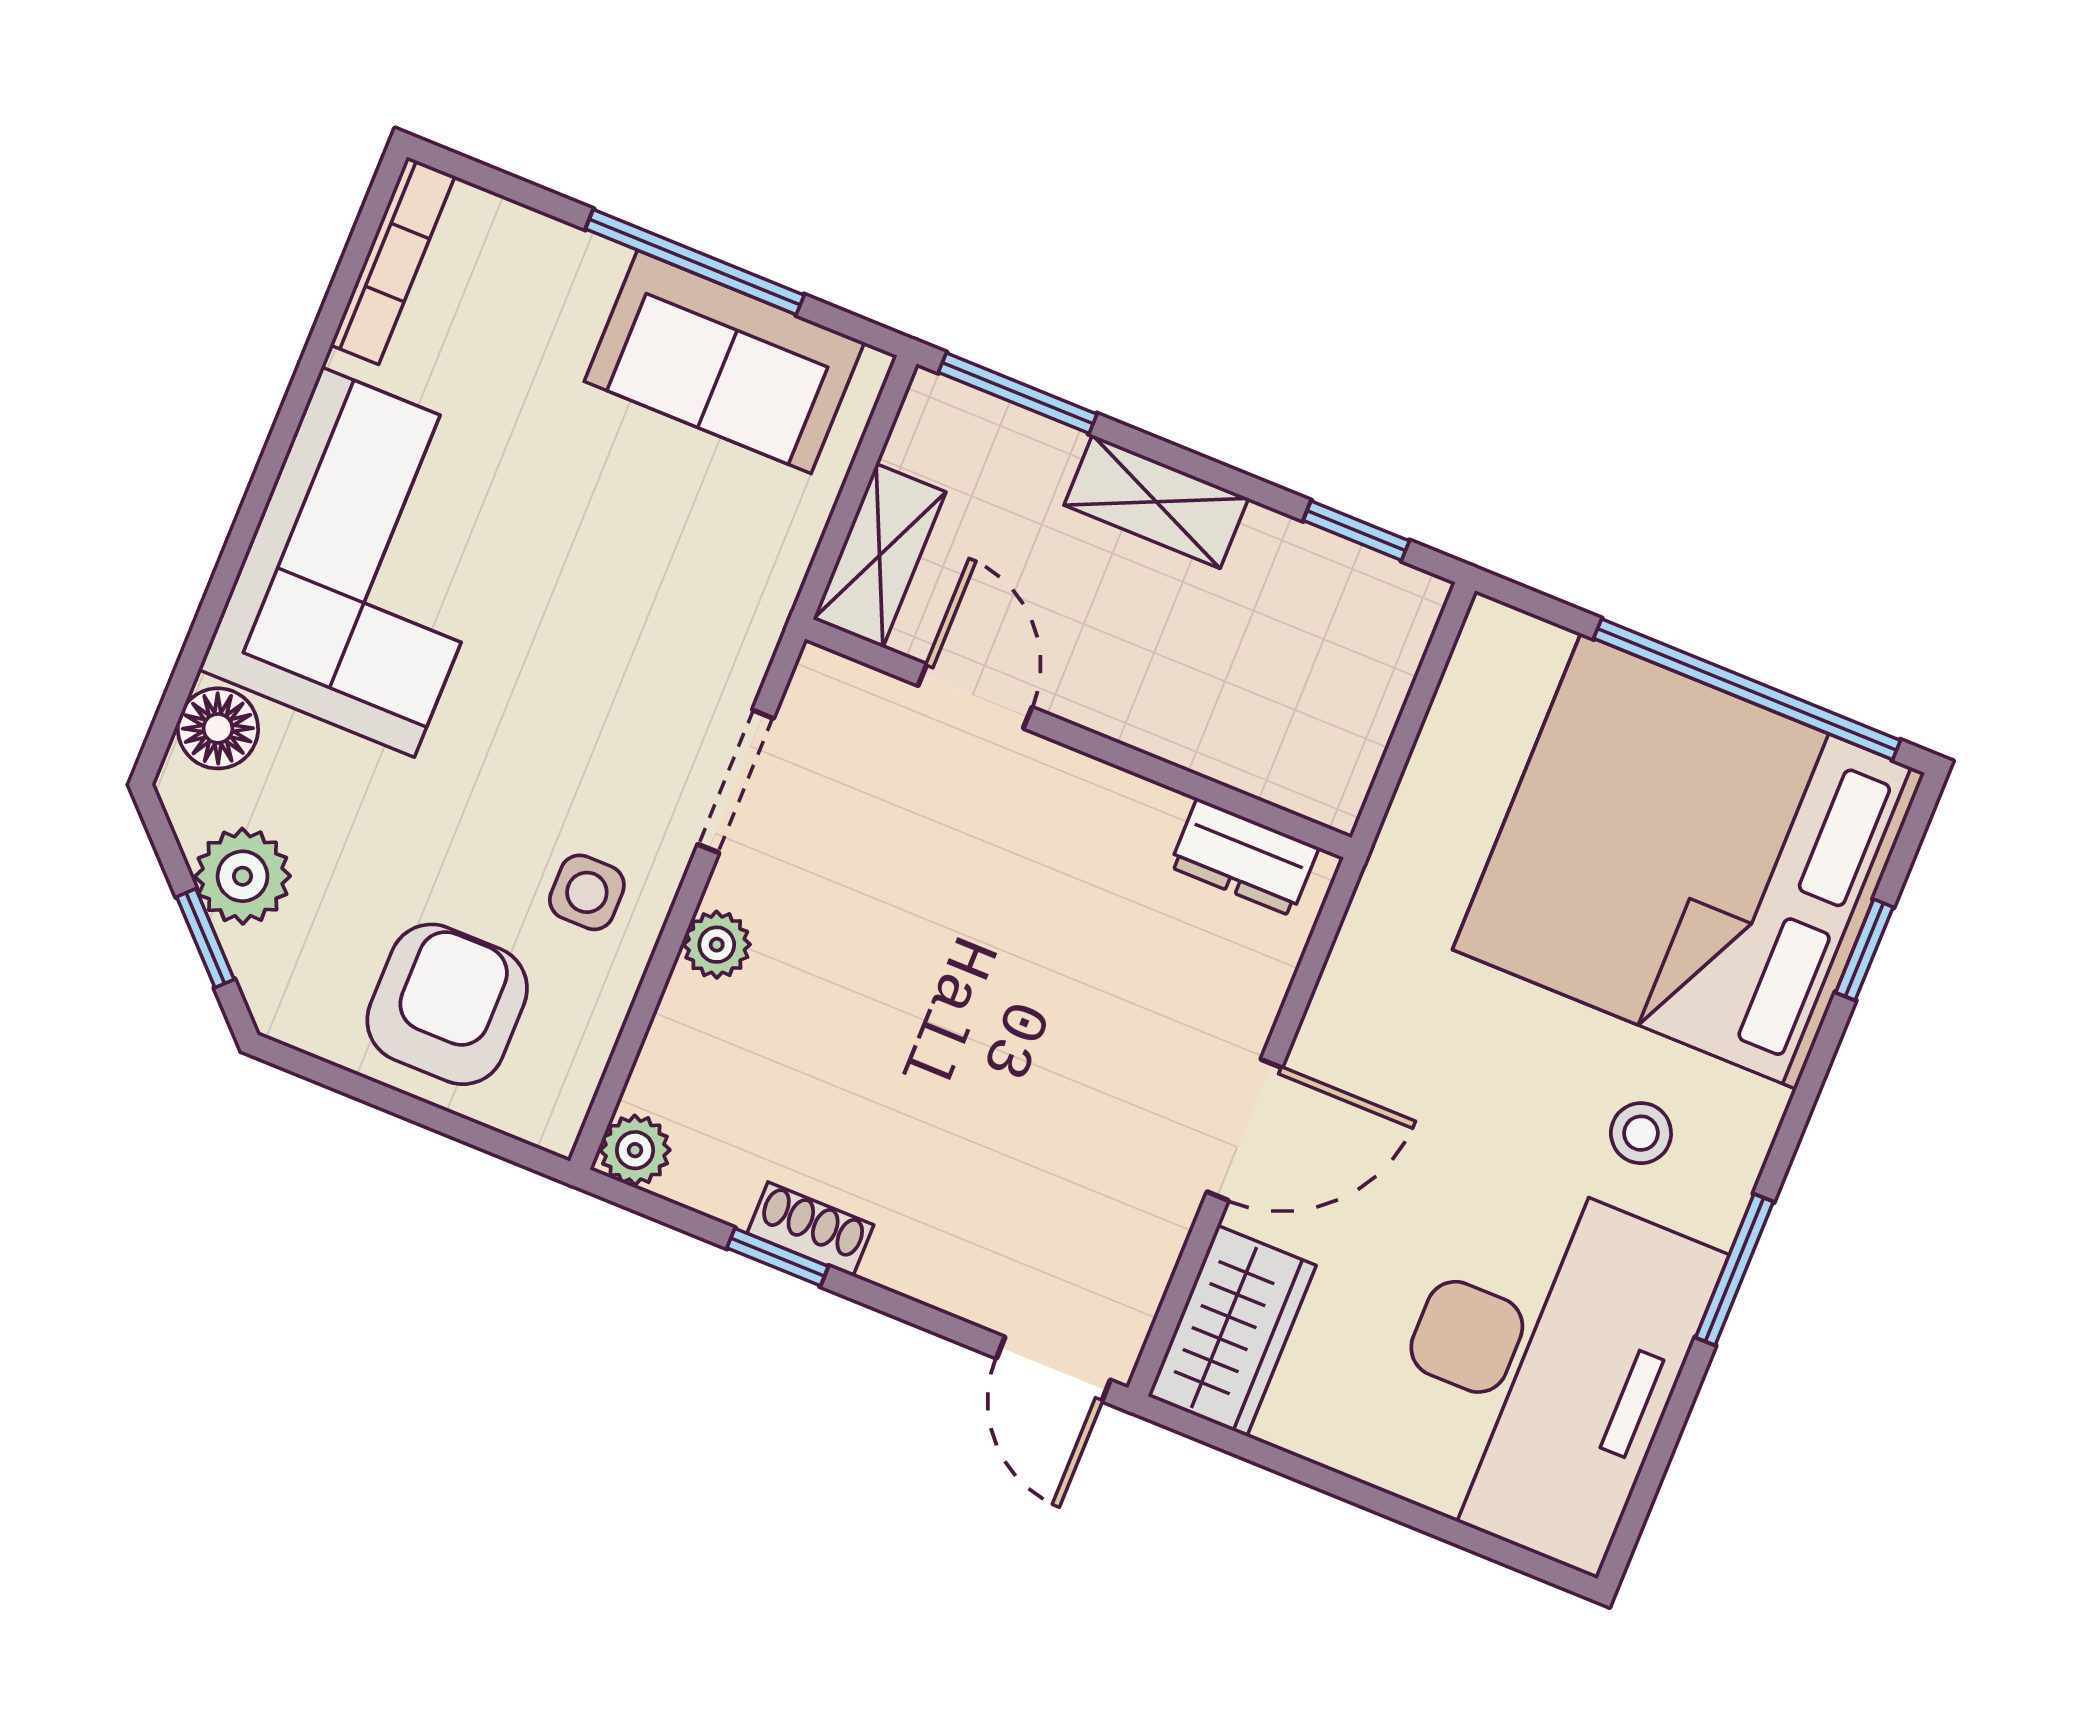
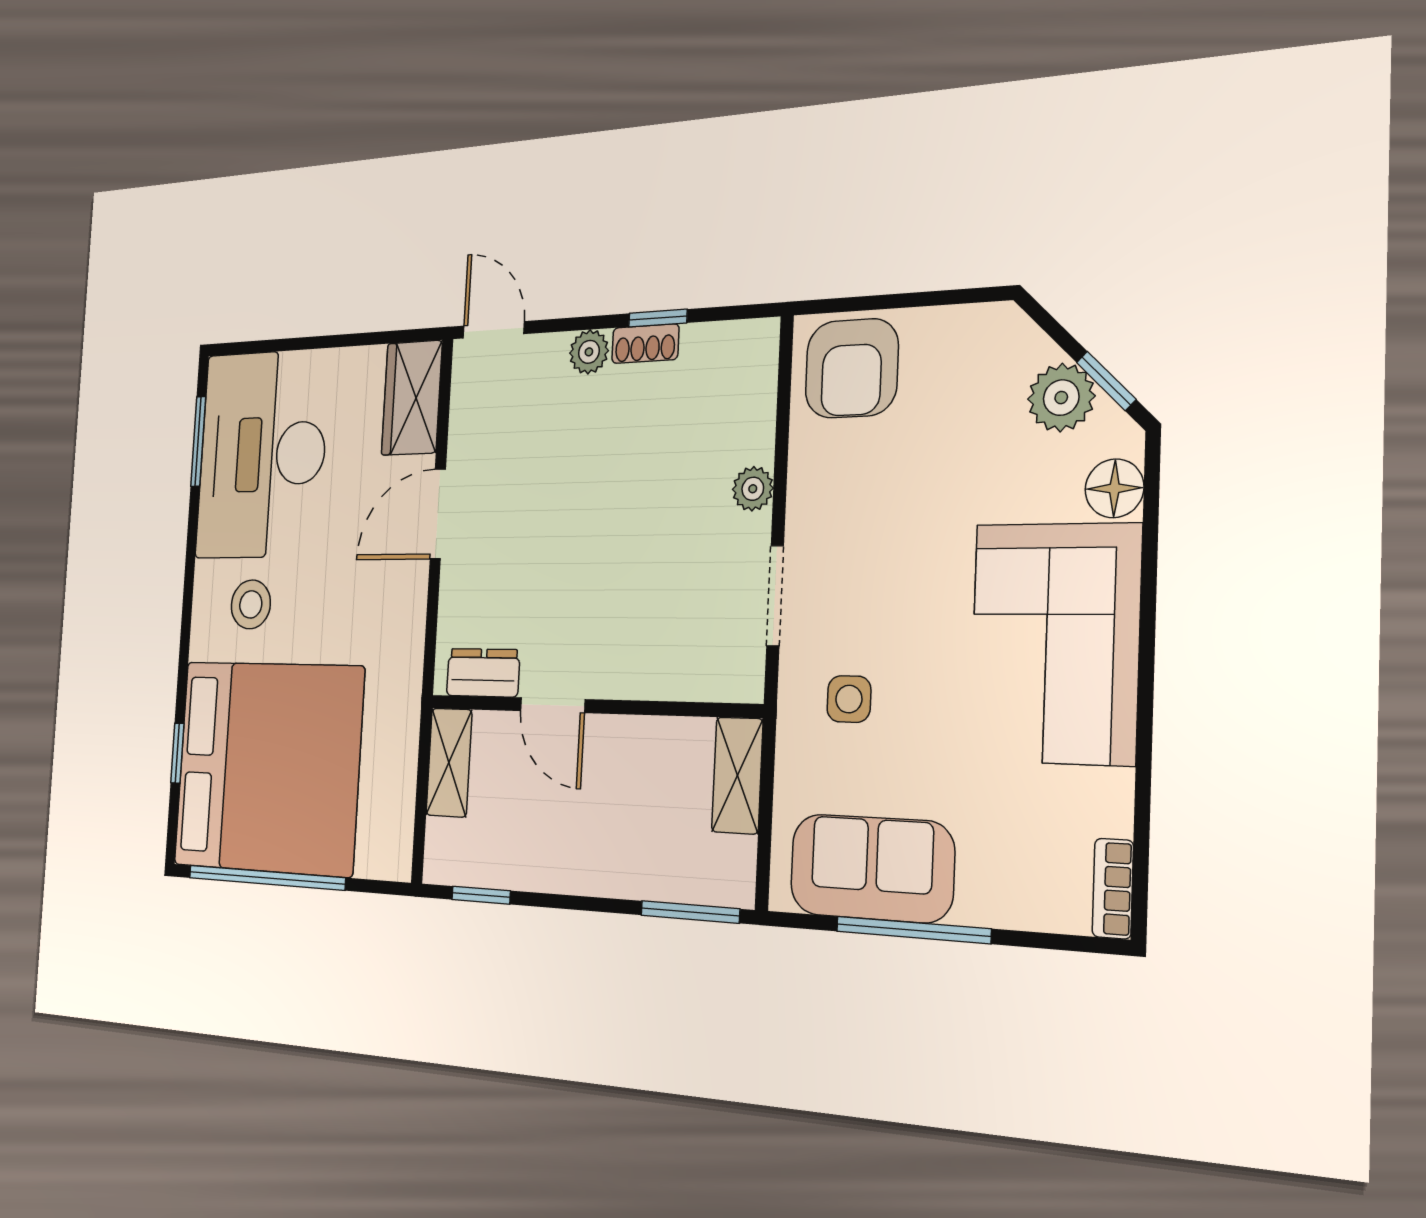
bookcase: (393, 261) -> (1113, 889), width x0.64
shelving: (1156, 502) -> (449, 763), moved, turned 90
door: (975, 696) -> (553, 705), moved
side table: (587, 892) -> (849, 699), moved
window: (205, 938) -> (1106, 381), moved
armchair: (447, 1004) -> (852, 368), moved
stool: (1641, 1133) -> (251, 604), width x1.37, depth x1.37
plant: (635, 1150) -> (589, 352), moved
window: (1735, 1270) -> (198, 441), moved

